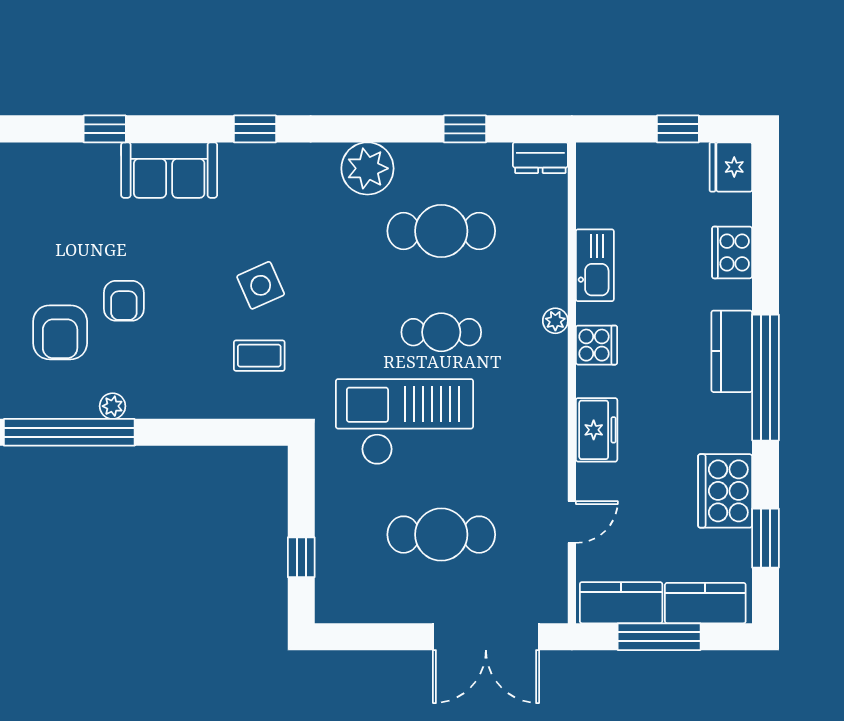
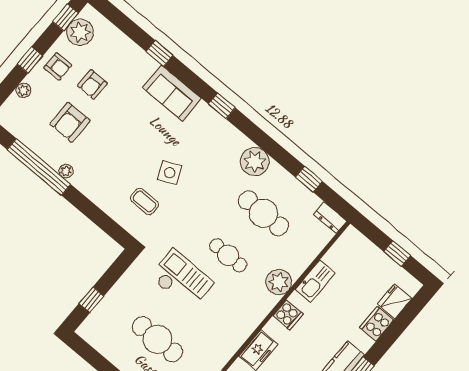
fridge: (731, 167) -> (395, 301), moved
armchair: (124, 301) -> (92, 84), moved
plant: (555, 321) -> (279, 282), width x1.88, depth x1.88
checkout: (404, 422) -> (182, 280), width x0.73, depth x0.83

